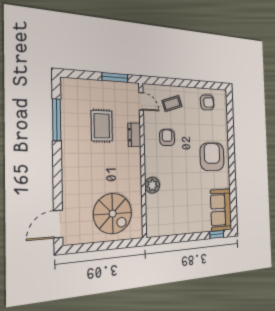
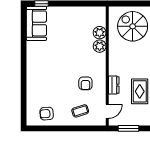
door: (141, 101) -> (107, 111), swing flipped
armchair: (212, 157) -> (44, 68), removed
plant: (153, 203) -> (100, 33), added

